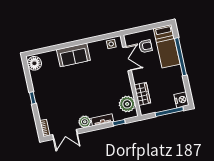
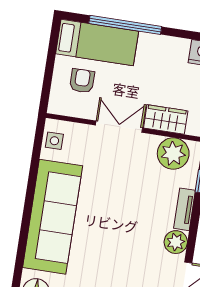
sofa: (73, 55) -> (53, 217), width x1.85, depth x1.27
double door: (127, 59) -> (119, 127), moved

